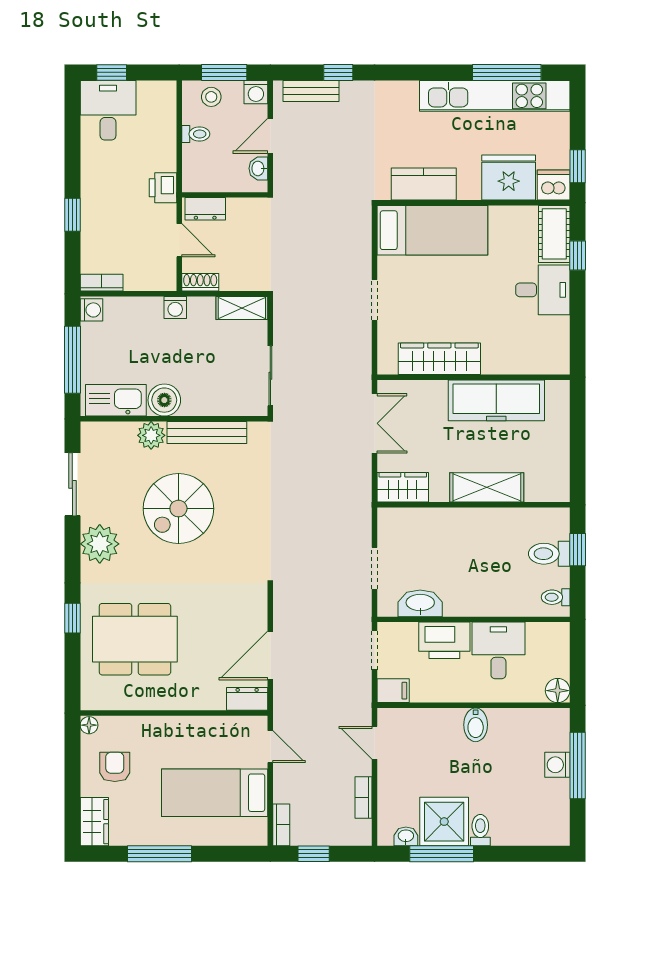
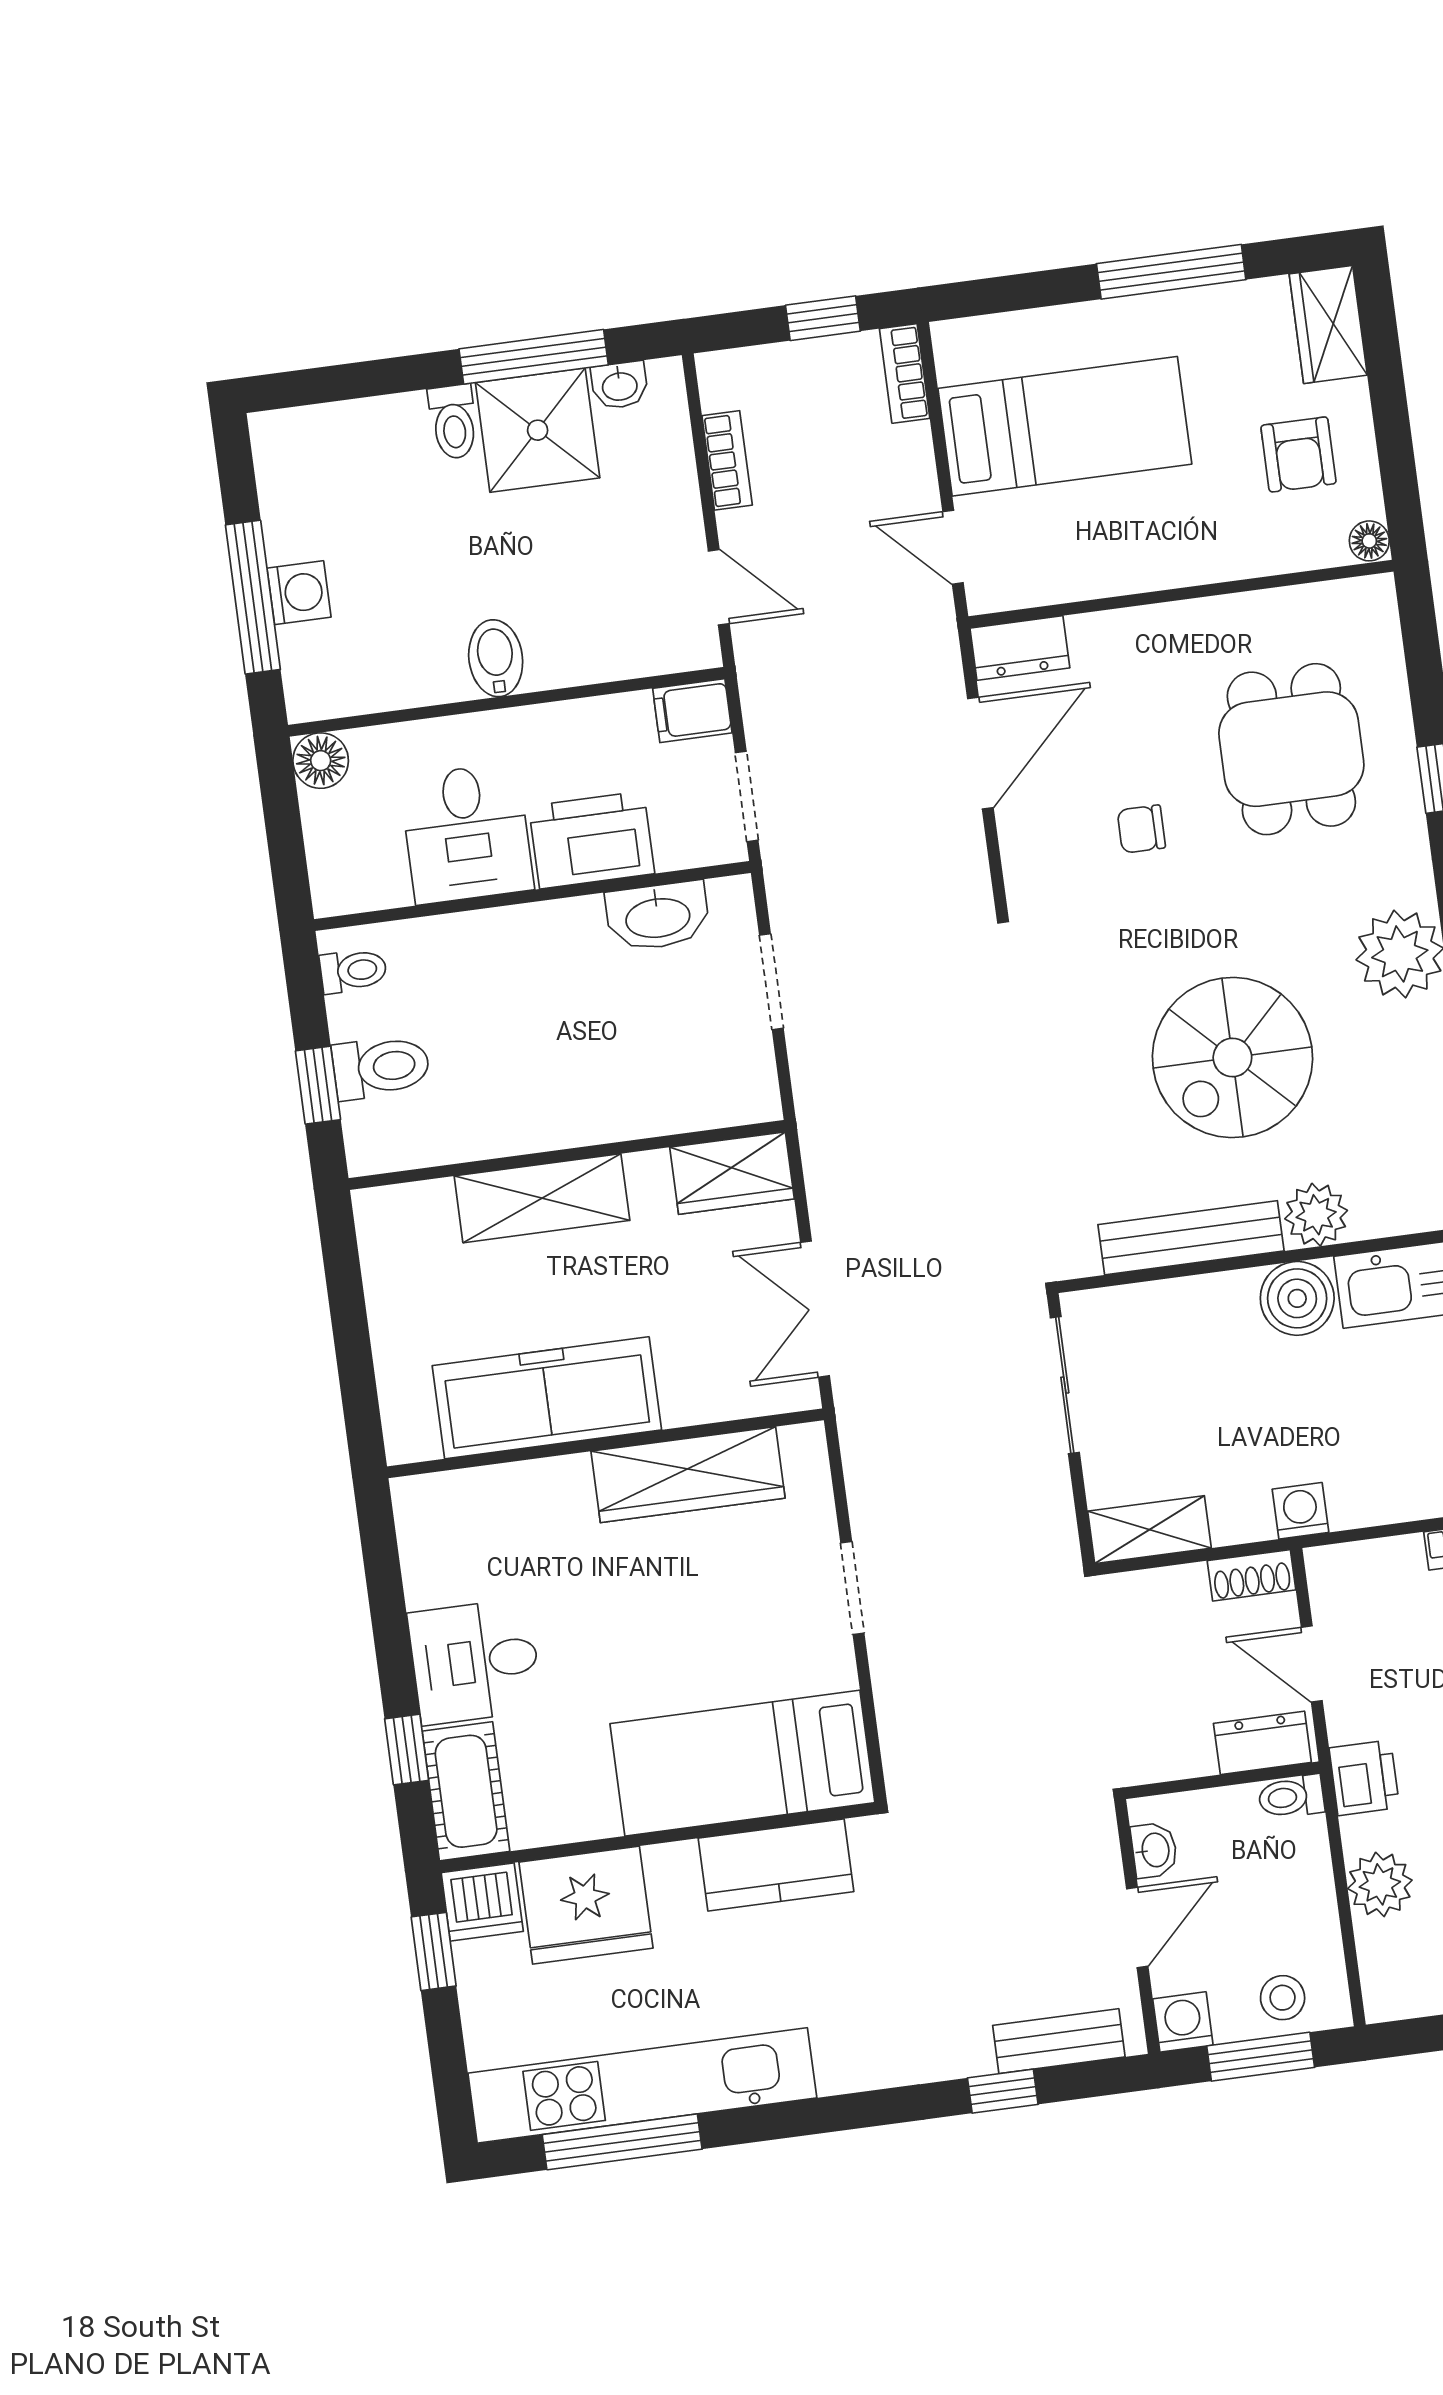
toilet: (196, 134) -> (1291, 1797), moved
plant: (162, 140) -> (1380, 1884), added
spiral stairs: (178, 509) -> (1232, 1058), turned 180
chair: (205, 613) -> (1141, 829), added
dining table: (135, 639) -> (1291, 749), width x0.73

